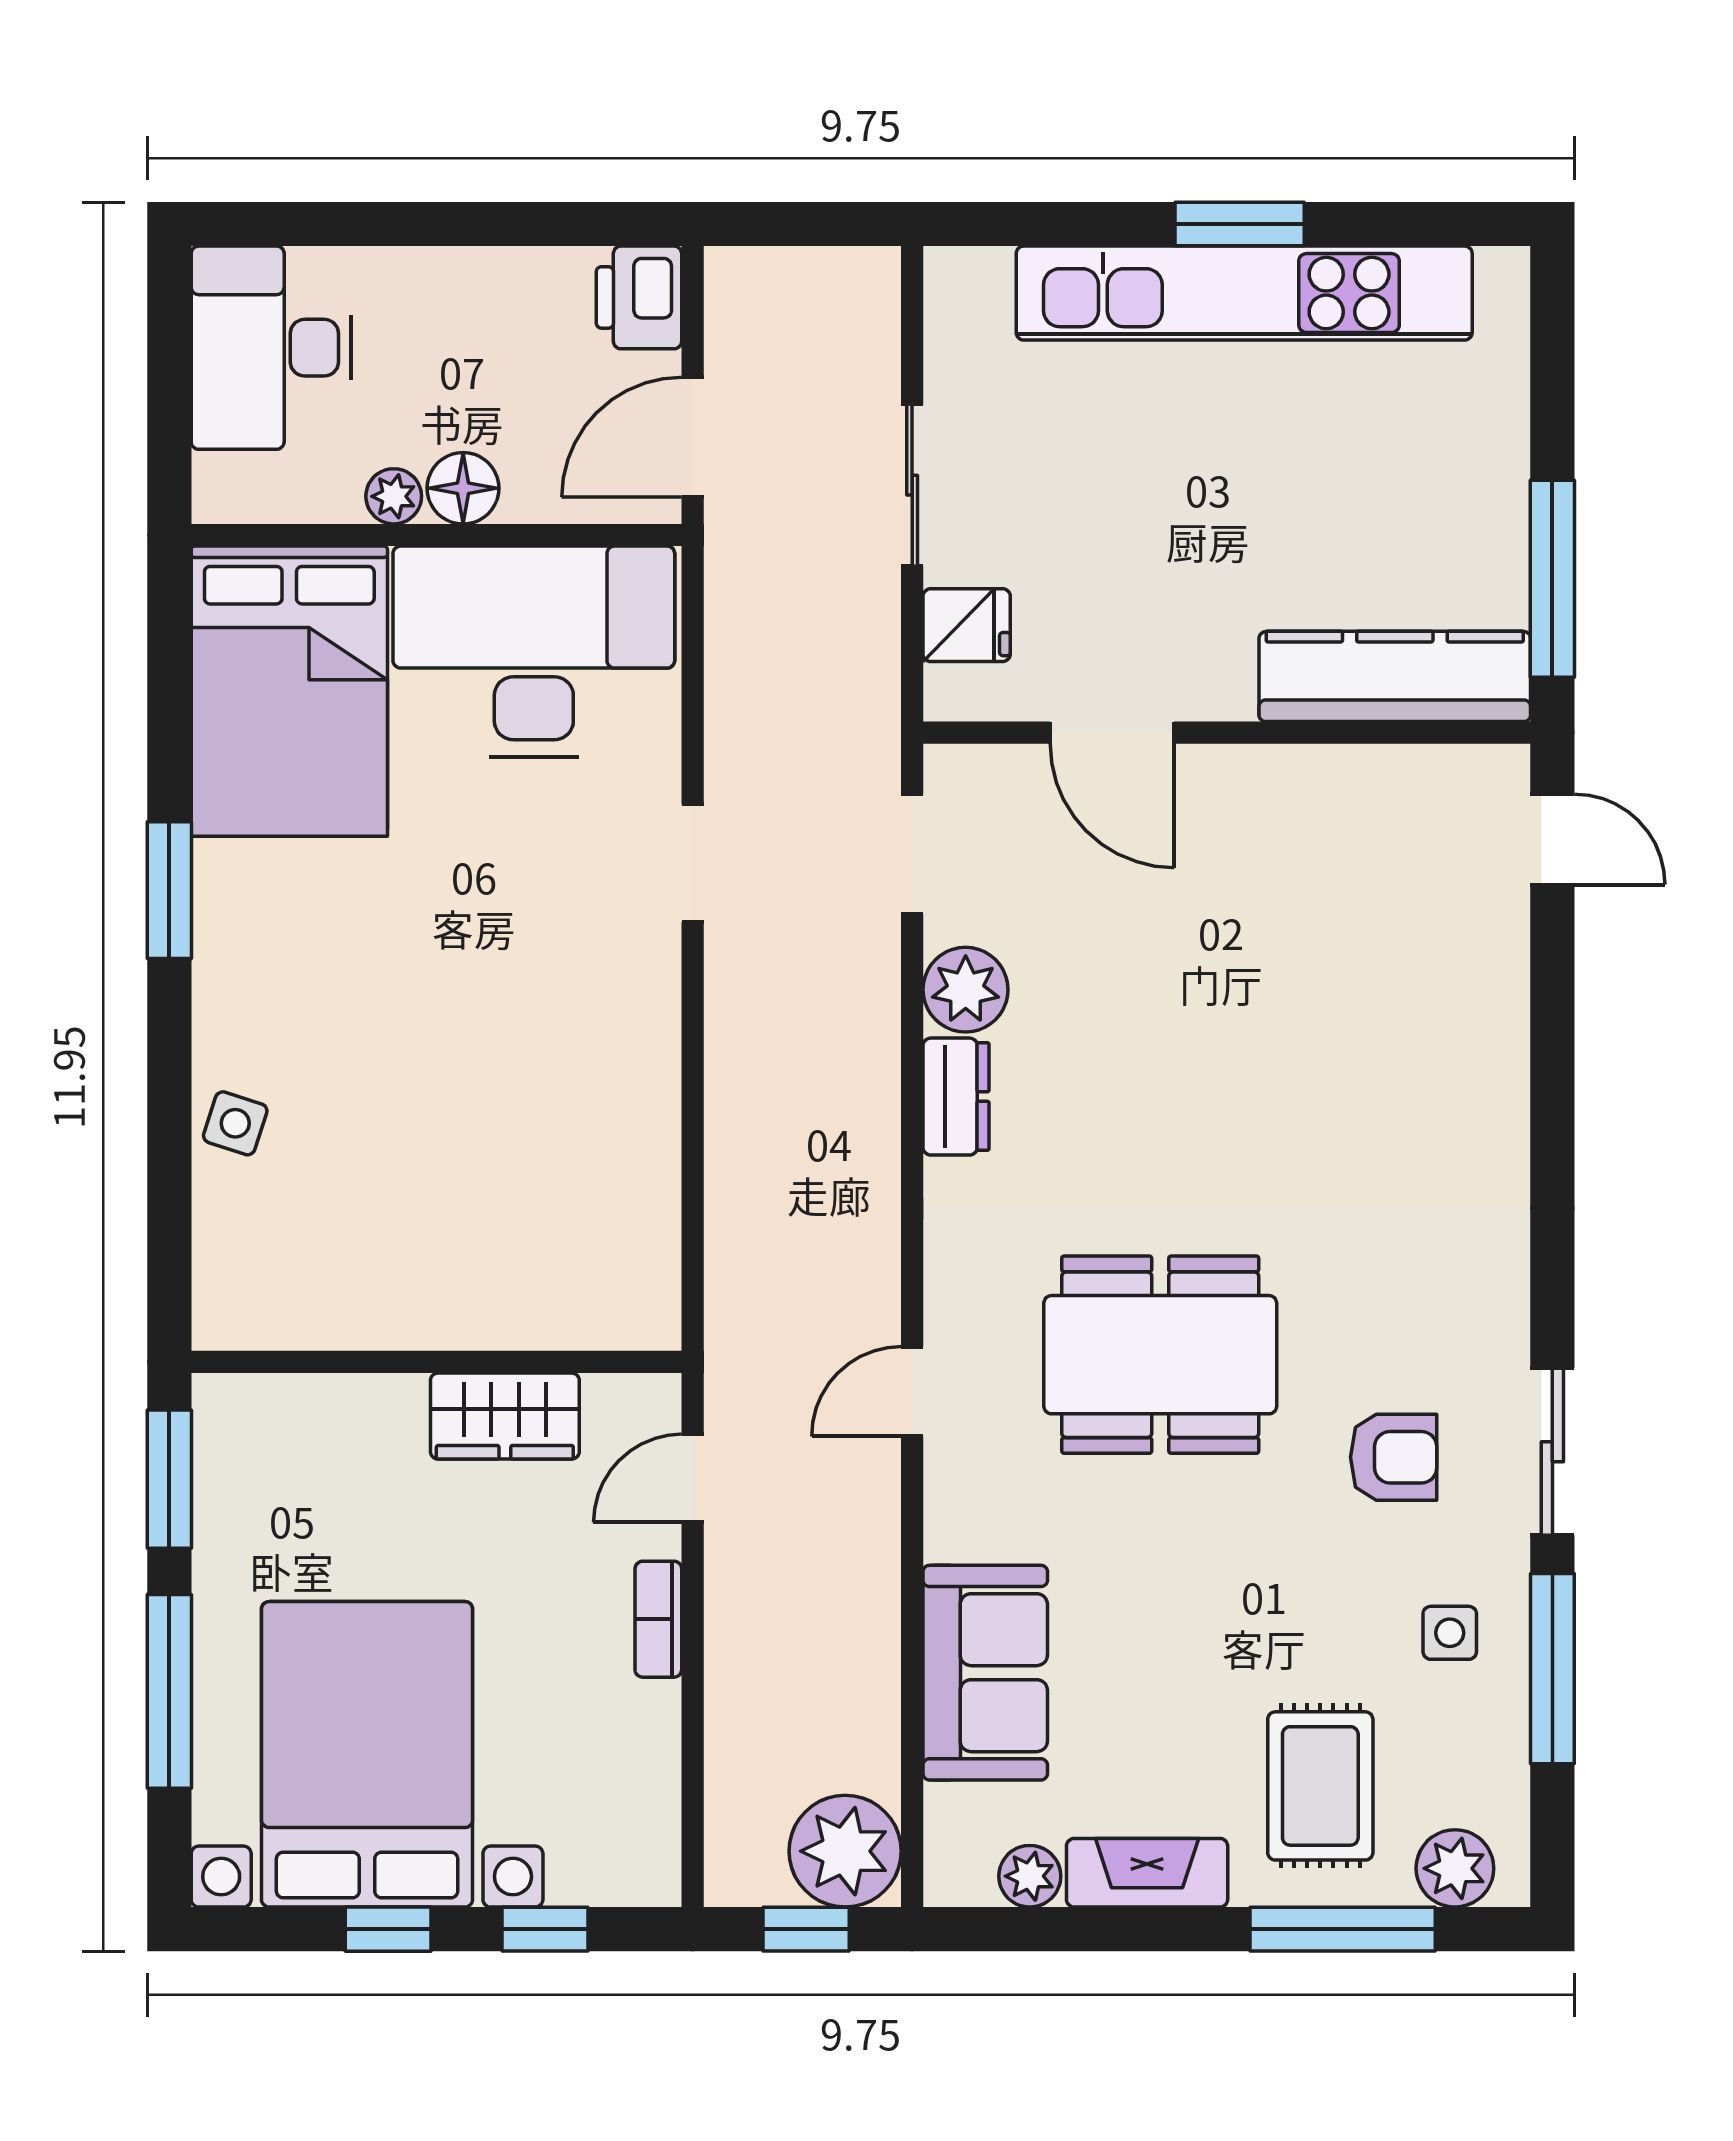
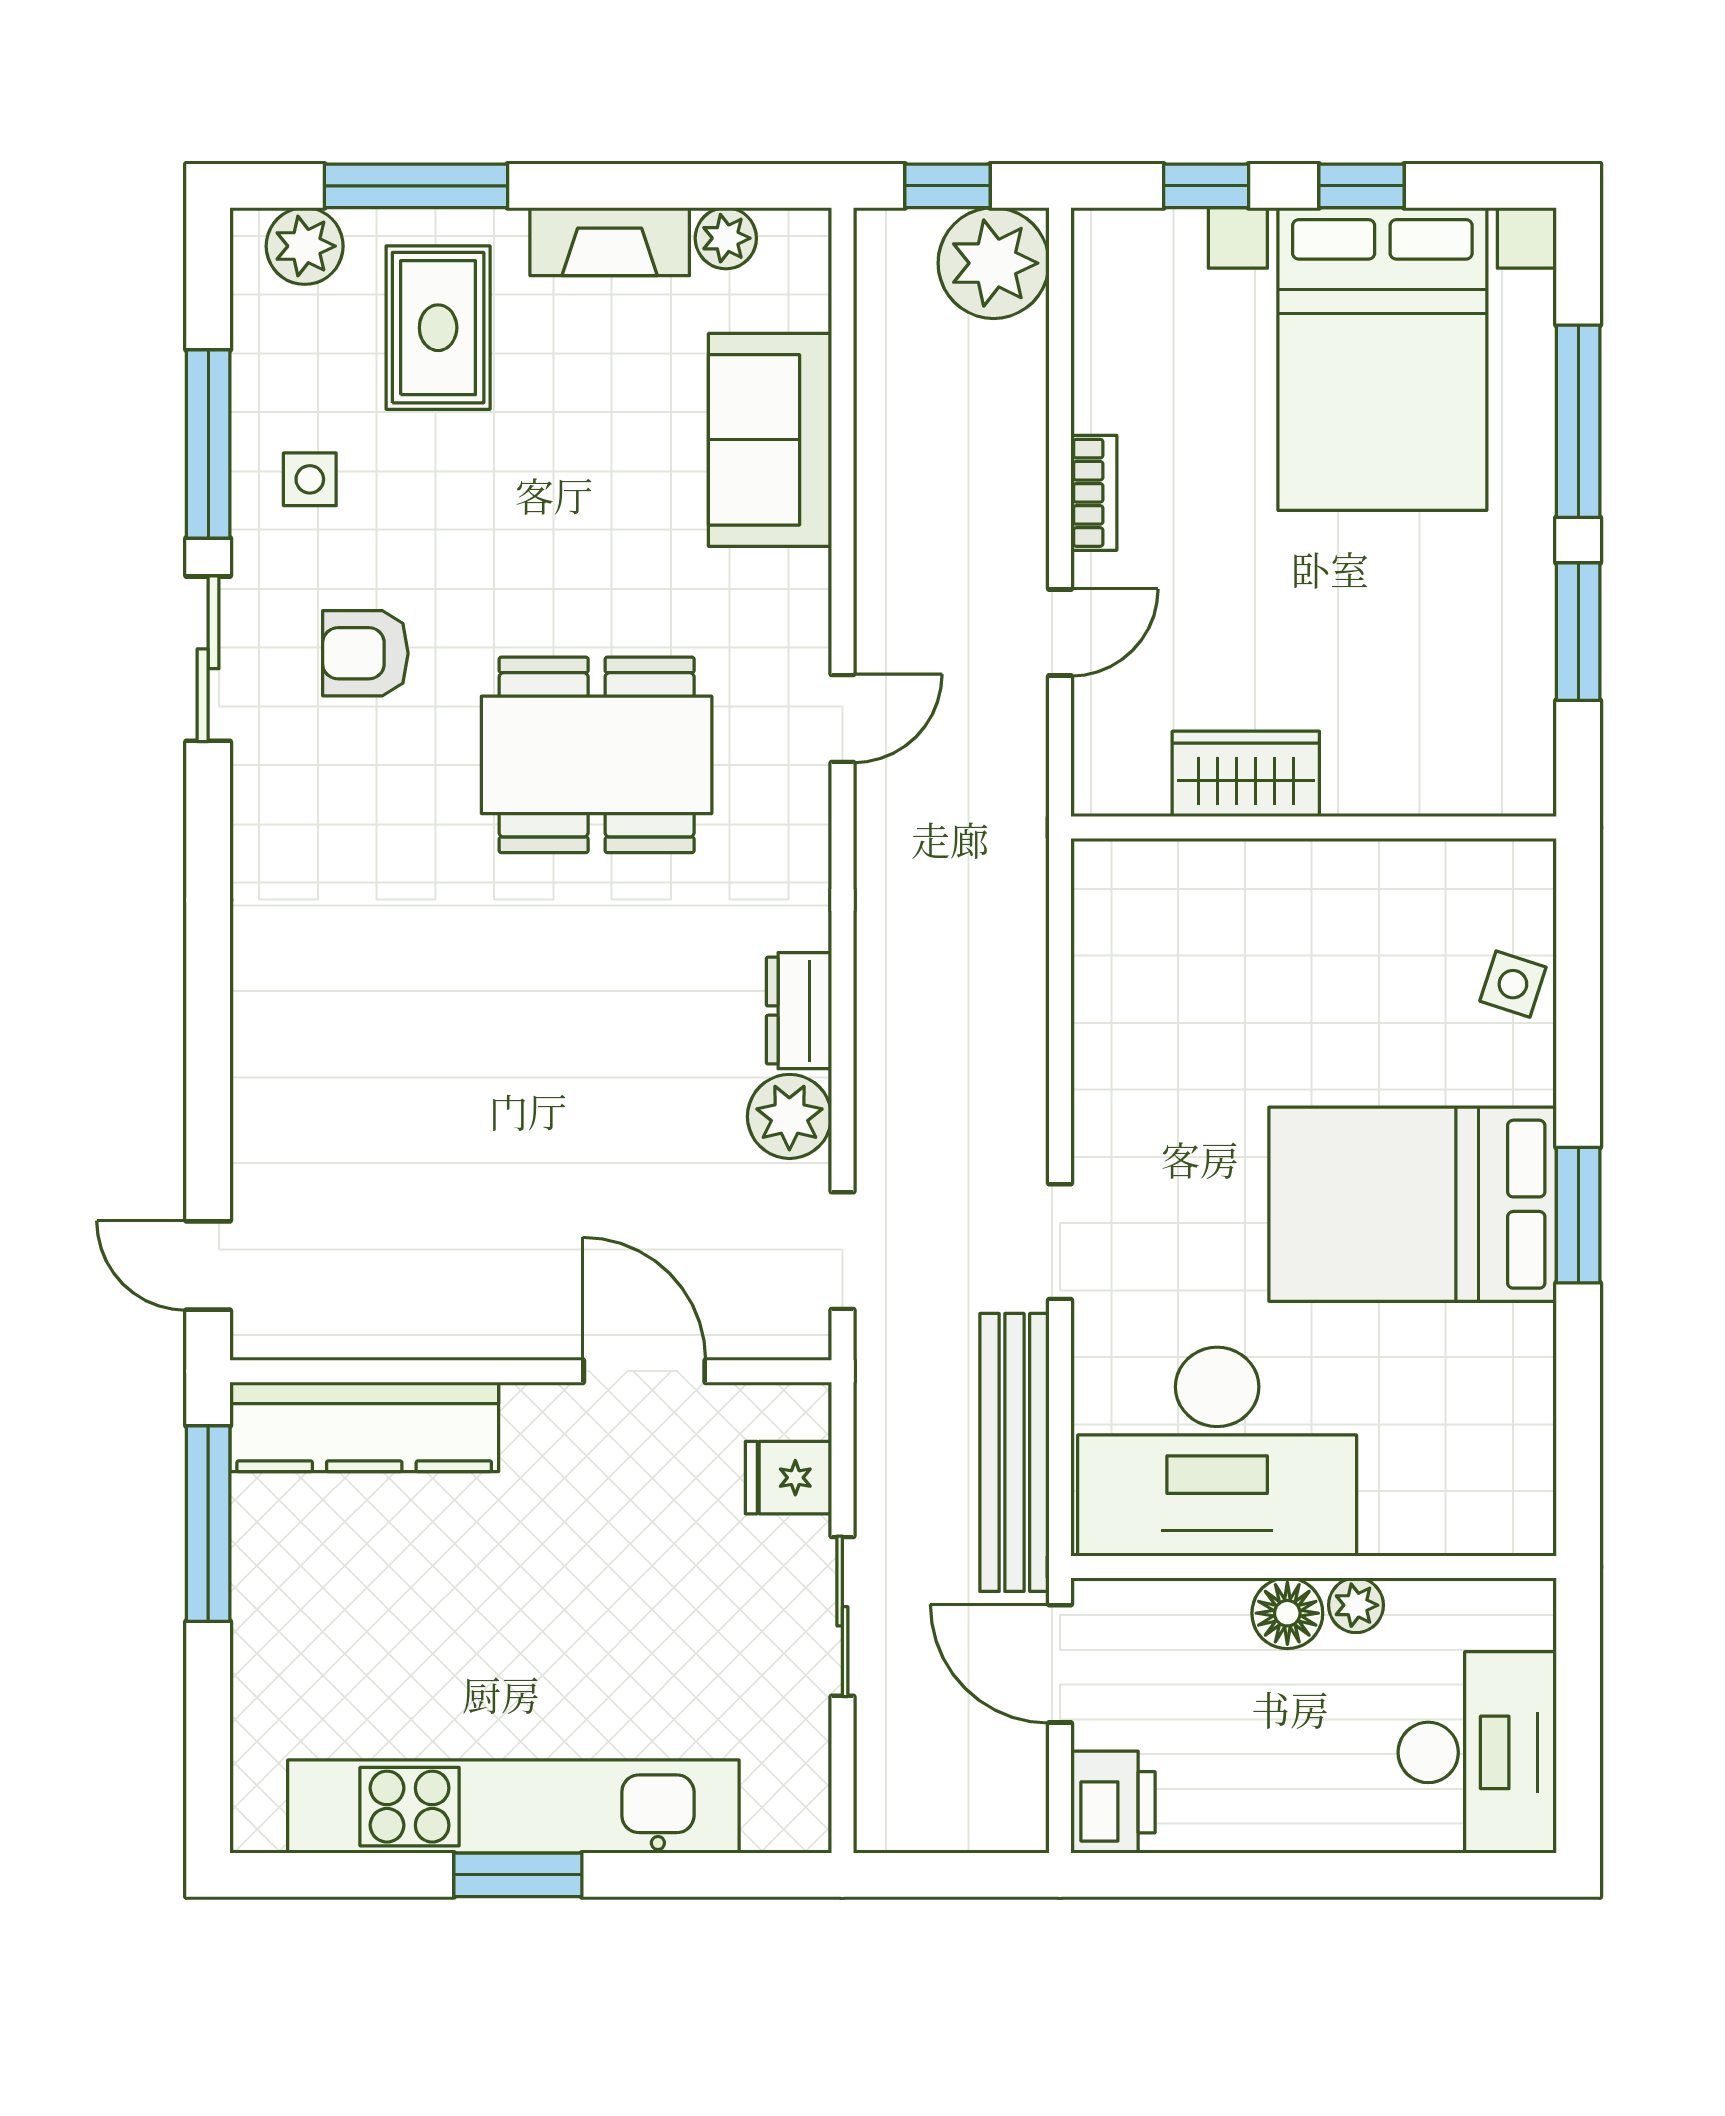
door: (693, 437) -> (1060, 1664), swing flipped
bench: (738, 650) -> (1014, 1452), added
bed: (289, 691) -> (1413, 1204), moved, turned -90
wall: (436, 1362) -> (1314, 827), moved
wardrobe: (505, 1416) -> (1246, 774), moved
plant: (845, 1851) -> (994, 263), moved

